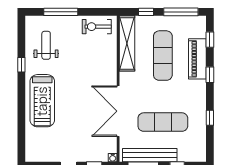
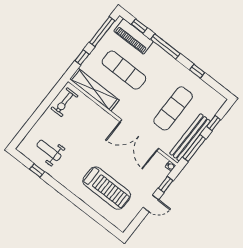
window: (61, 12) -> (33, 120), removed
piano: (197, 59) -> (134, 36), moved
window: (21, 65) -> (37, 170), moved
window: (210, 75) -> (165, 46), width x2.17
treadmill: (42, 101) -> (107, 188), moved

